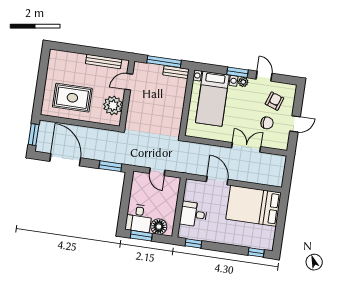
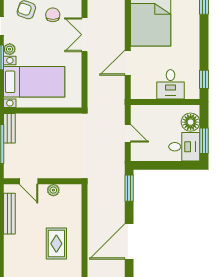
rug: (72, 98) -> (56, 244), width x0.73, depth x0.70
plant: (113, 105) -> (53, 190), width x0.53, depth x0.53
door: (157, 172) -> (128, 133), hinge flipped

